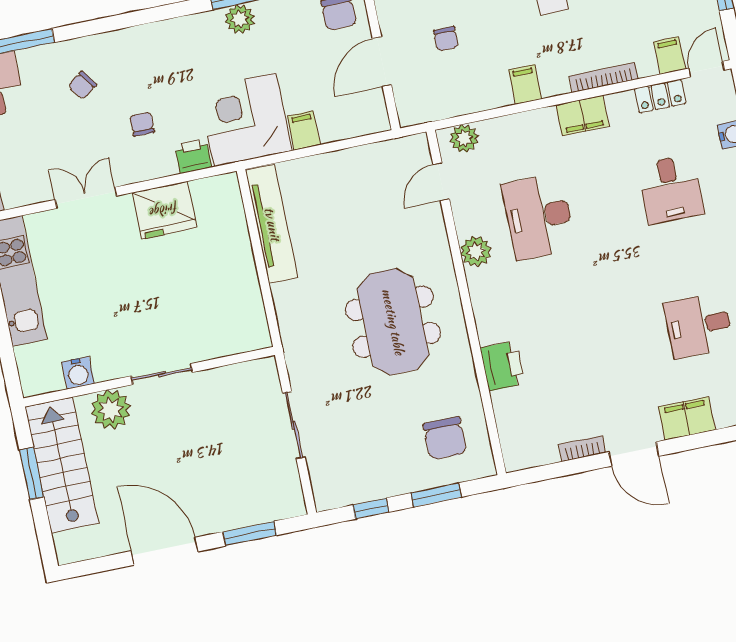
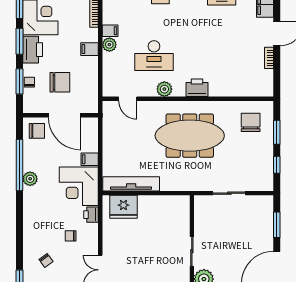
chair: (446, 39) -> (60, 82), width x1.87, depth x1.87
door: (382, 62) -> (65, 115), width x1.36
filing cabinet: (582, 116) -> (110, 31), width x0.50
plant: (464, 138) -> (109, 45), moved
fridge: (164, 210) -> (123, 207), moved, turned 90
meeting table: (393, 322) -> (190, 136), width x1.36
printer: (502, 366) -> (197, 88), moved
chair: (445, 438) -> (251, 122), turned -90

